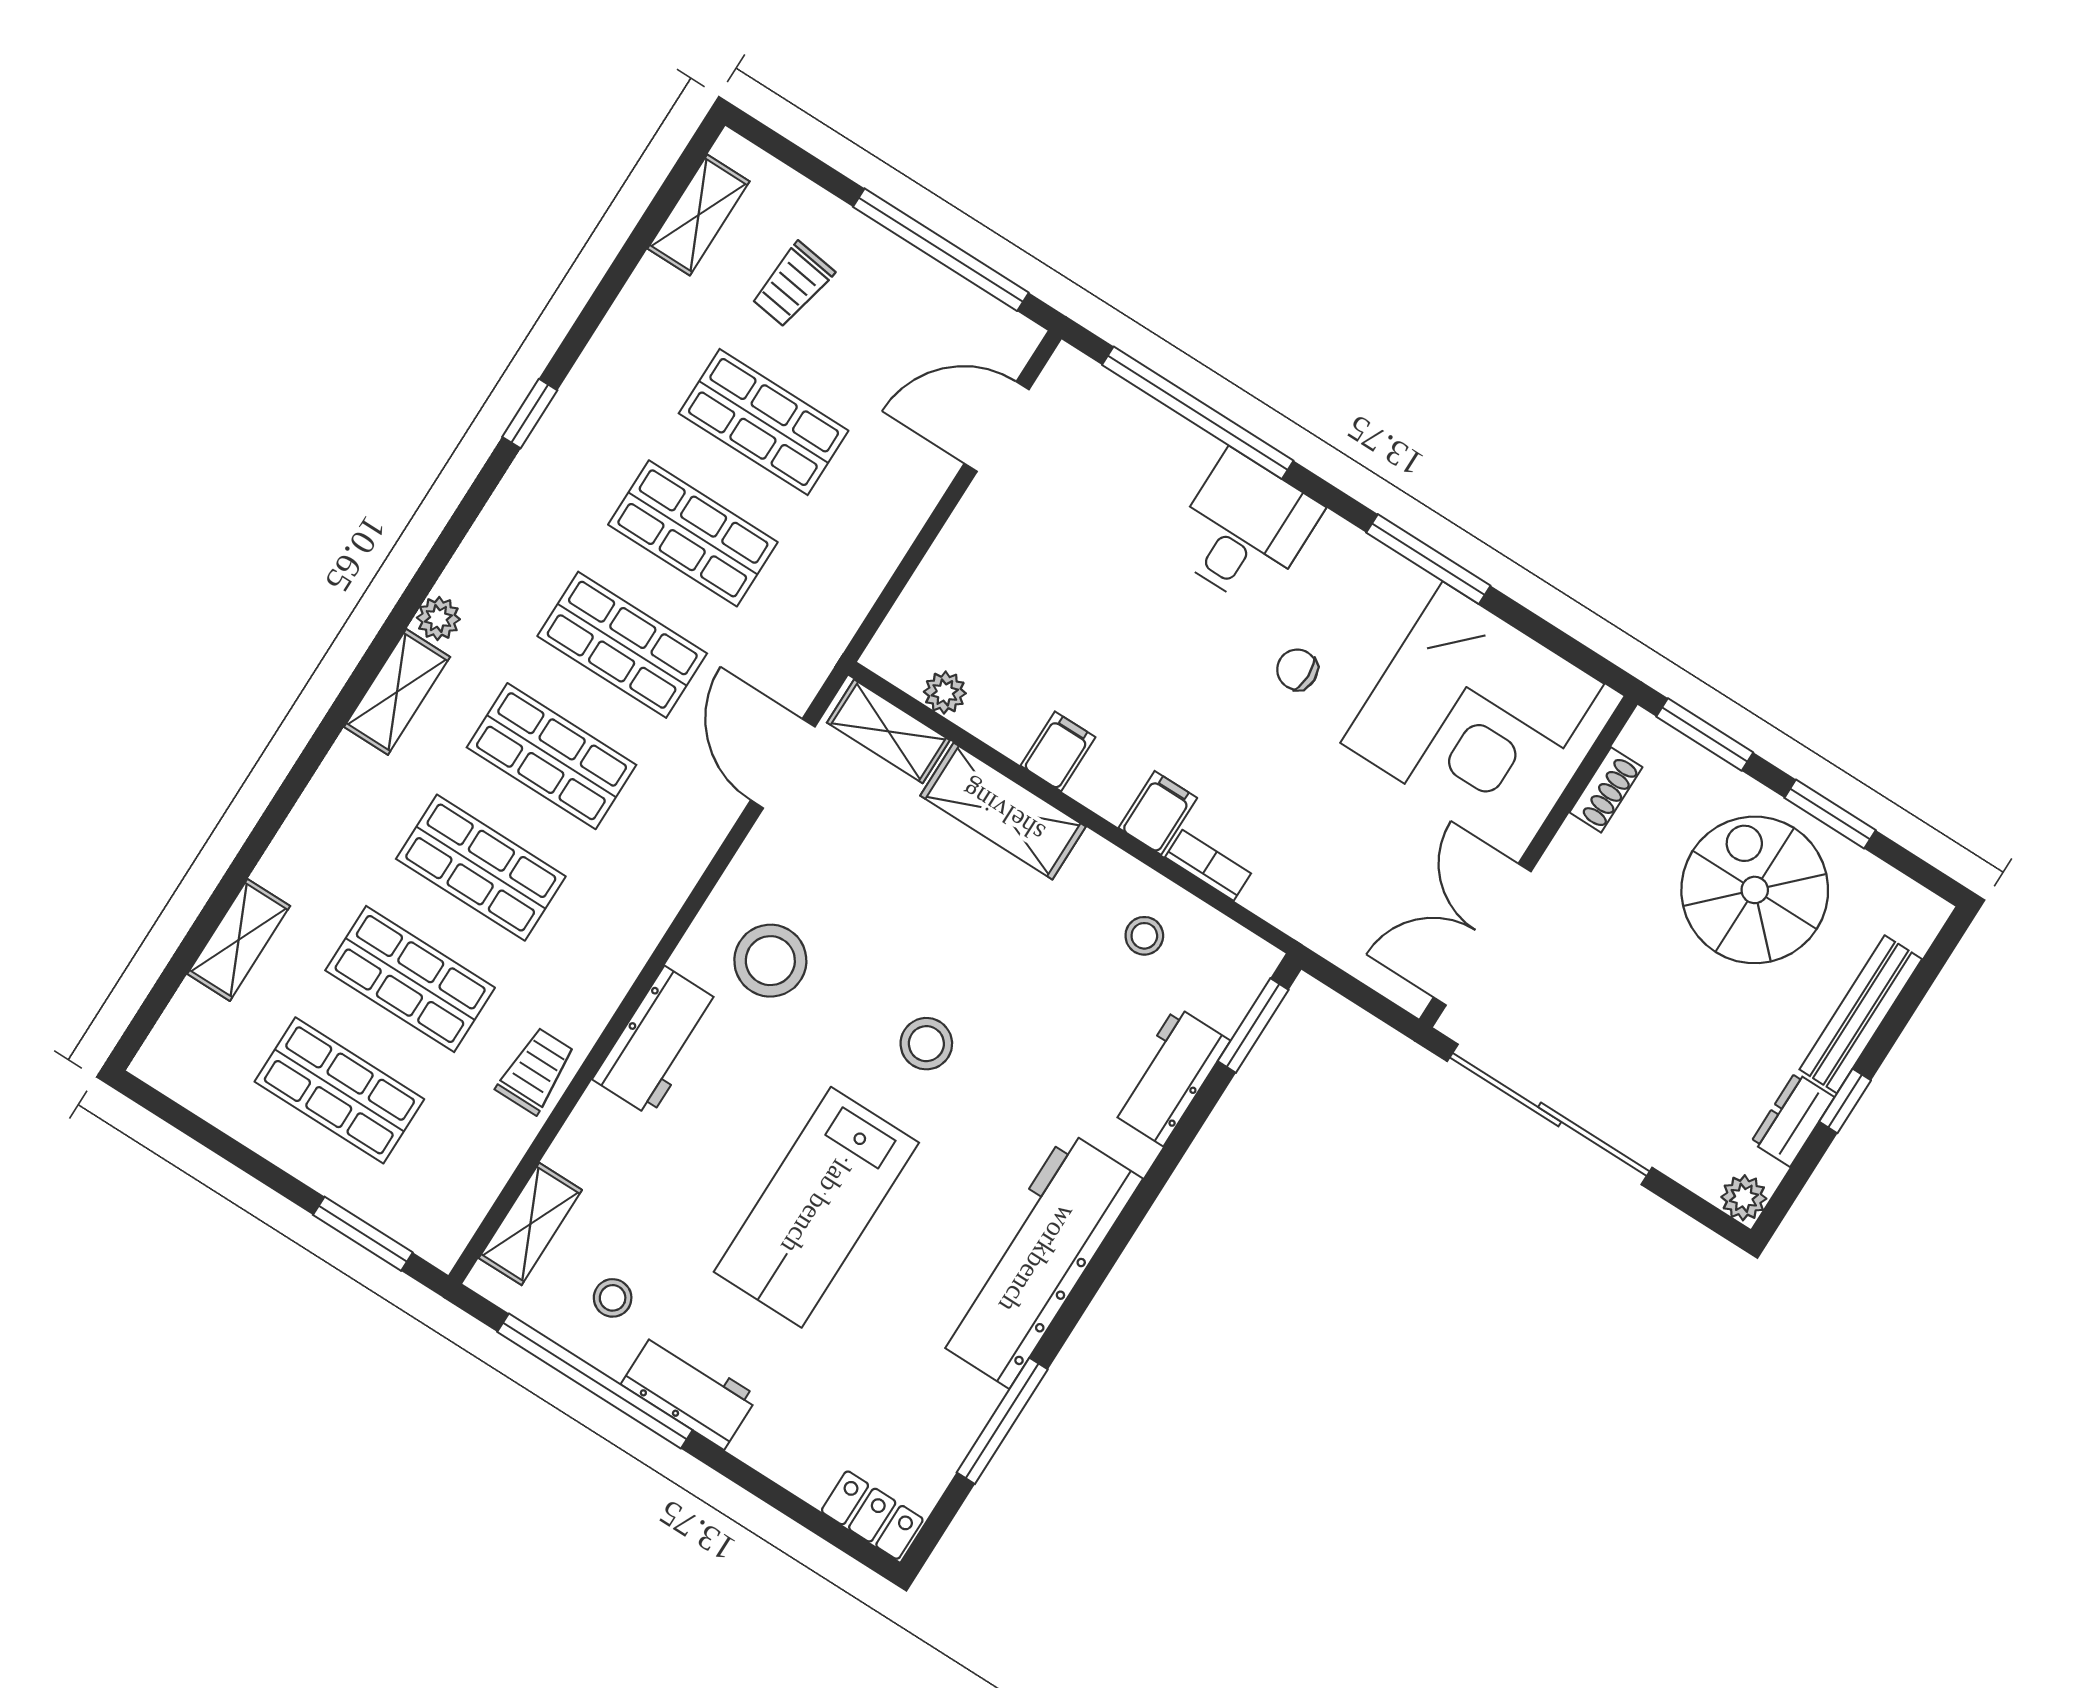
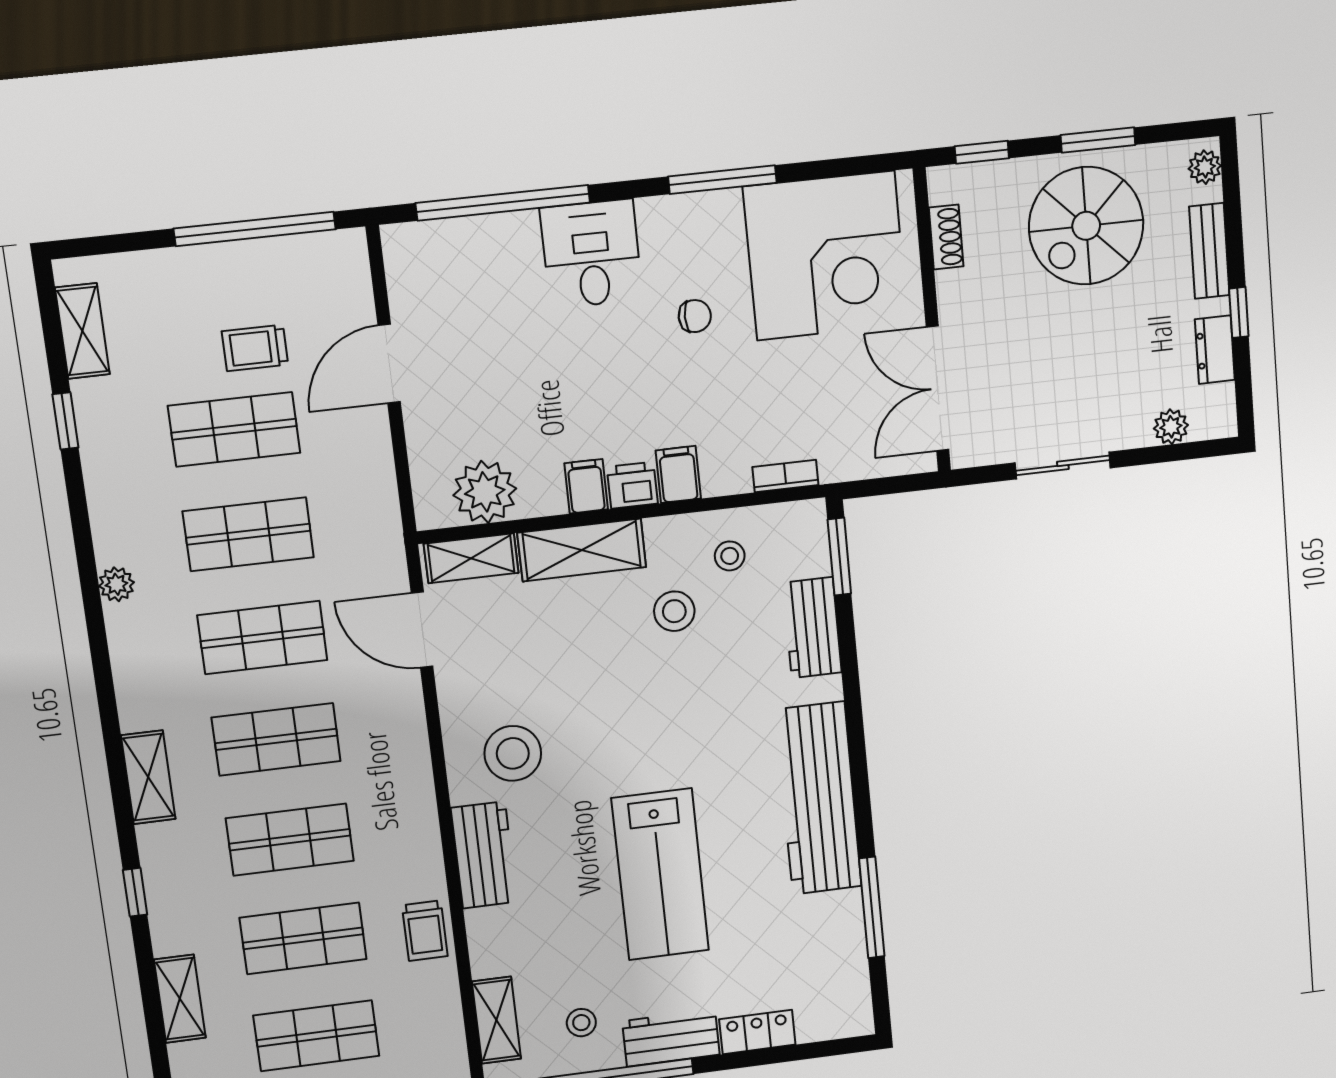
trolley: (793, 285) -> (255, 348), moved, turned 82
window: (530, 414) -> (65, 421), moved
door: (997, 427) -> (389, 364), moved
plant: (438, 619) -> (116, 584), moved
chair: (1297, 670) -> (695, 316), turned 180
plant: (945, 693) -> (485, 492), width x1.87, depth x1.87
window: (1705, 735) -> (982, 152), width x0.67
printer: (1104, 787) -> (632, 485), added
window: (287, 796) -> (135, 892), added
bookcase: (1208, 865) -> (785, 476), moved
spiral stairs: (1755, 890) -> (1086, 226), turned -90
plant: (1918, 926) -> (1205, 167), added
bench: (1861, 1014) -> (1209, 251), width x0.73
stool: (926, 1044) -> (674, 611), moved
trolley: (536, 1071) -> (425, 931), turned 180
sliding door: (1550, 1114) -> (1063, 465), width x0.54
plant: (1744, 1198) -> (1171, 427), moved
locker: (872, 1515) -> (757, 1032), moved

